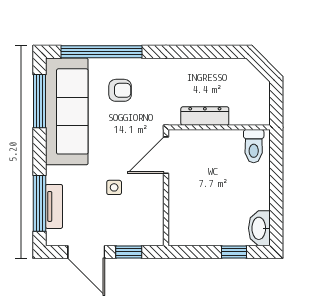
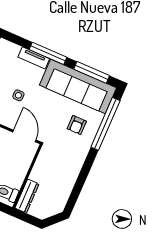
dresser: (205, 116) -> (27, 196), moved
window: (39, 203) -> (48, 53), moved
tv unit: (54, 206) -> (34, 58), moved

